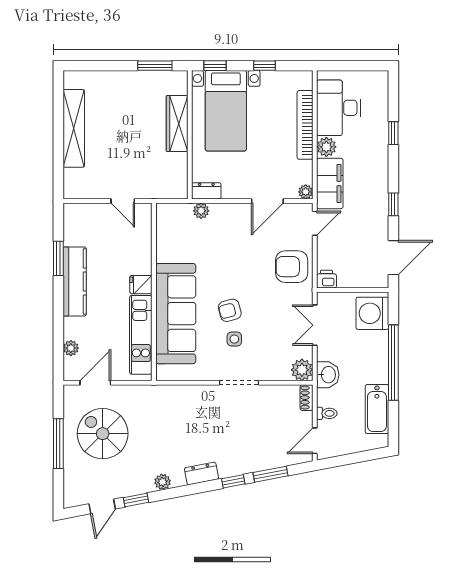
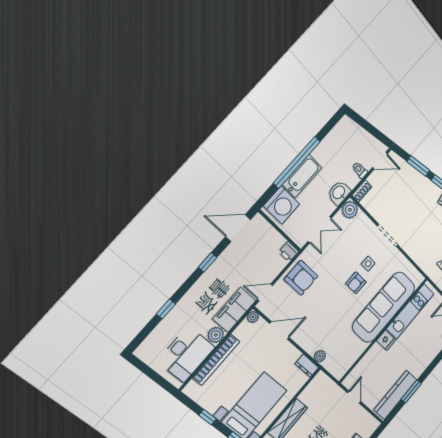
kitchen counter: (75, 282) -> (396, 395), moved
armchair: (230, 310) -> (356, 283), turned 105
bathtub: (377, 409) -> (302, 176), moved

